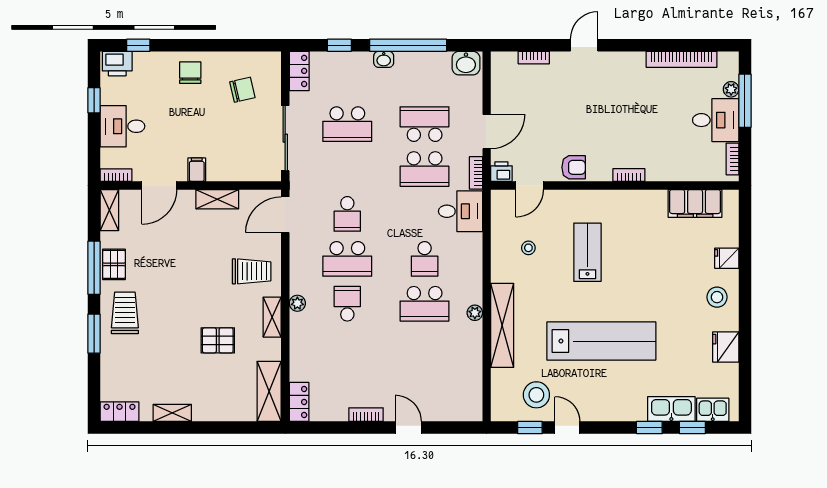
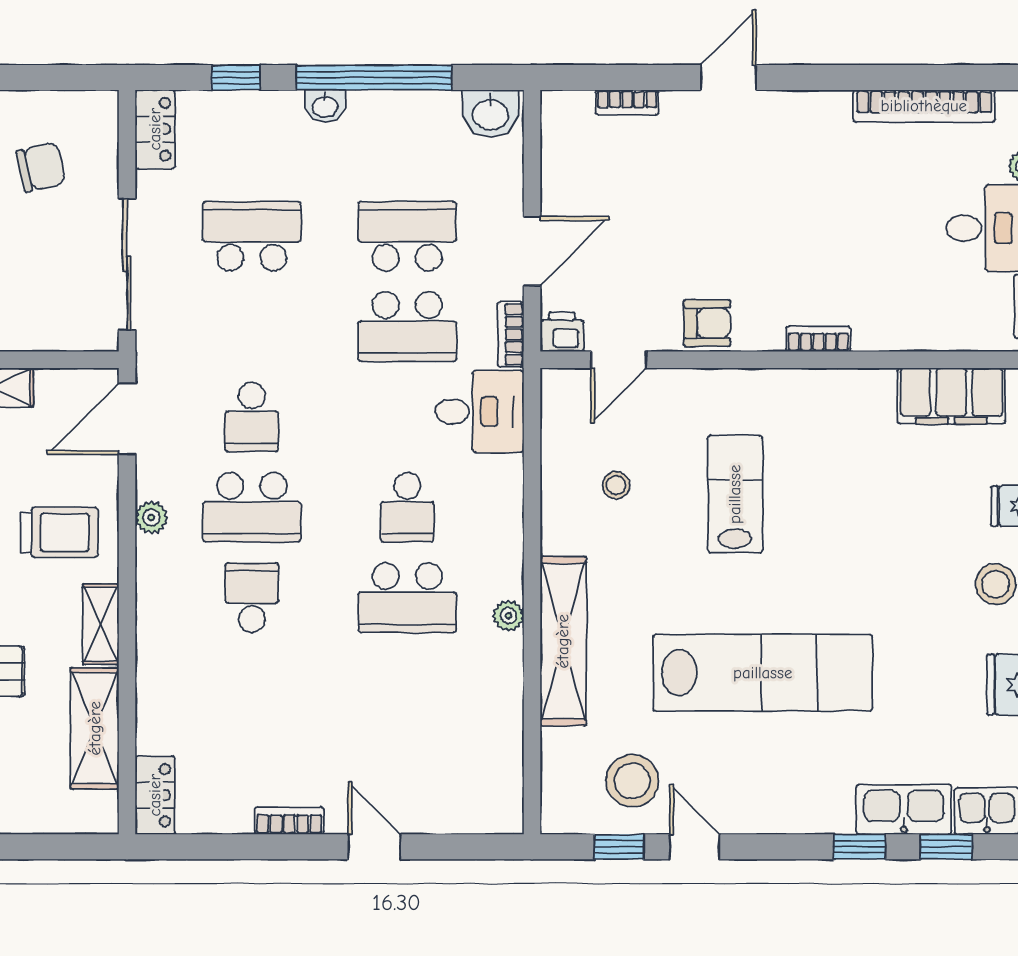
school desk: (347, 124) -> (252, 236), turned 180
plant: (297, 303) -> (151, 518), moved
shelving: (269, 391) -> (95, 728), moved

